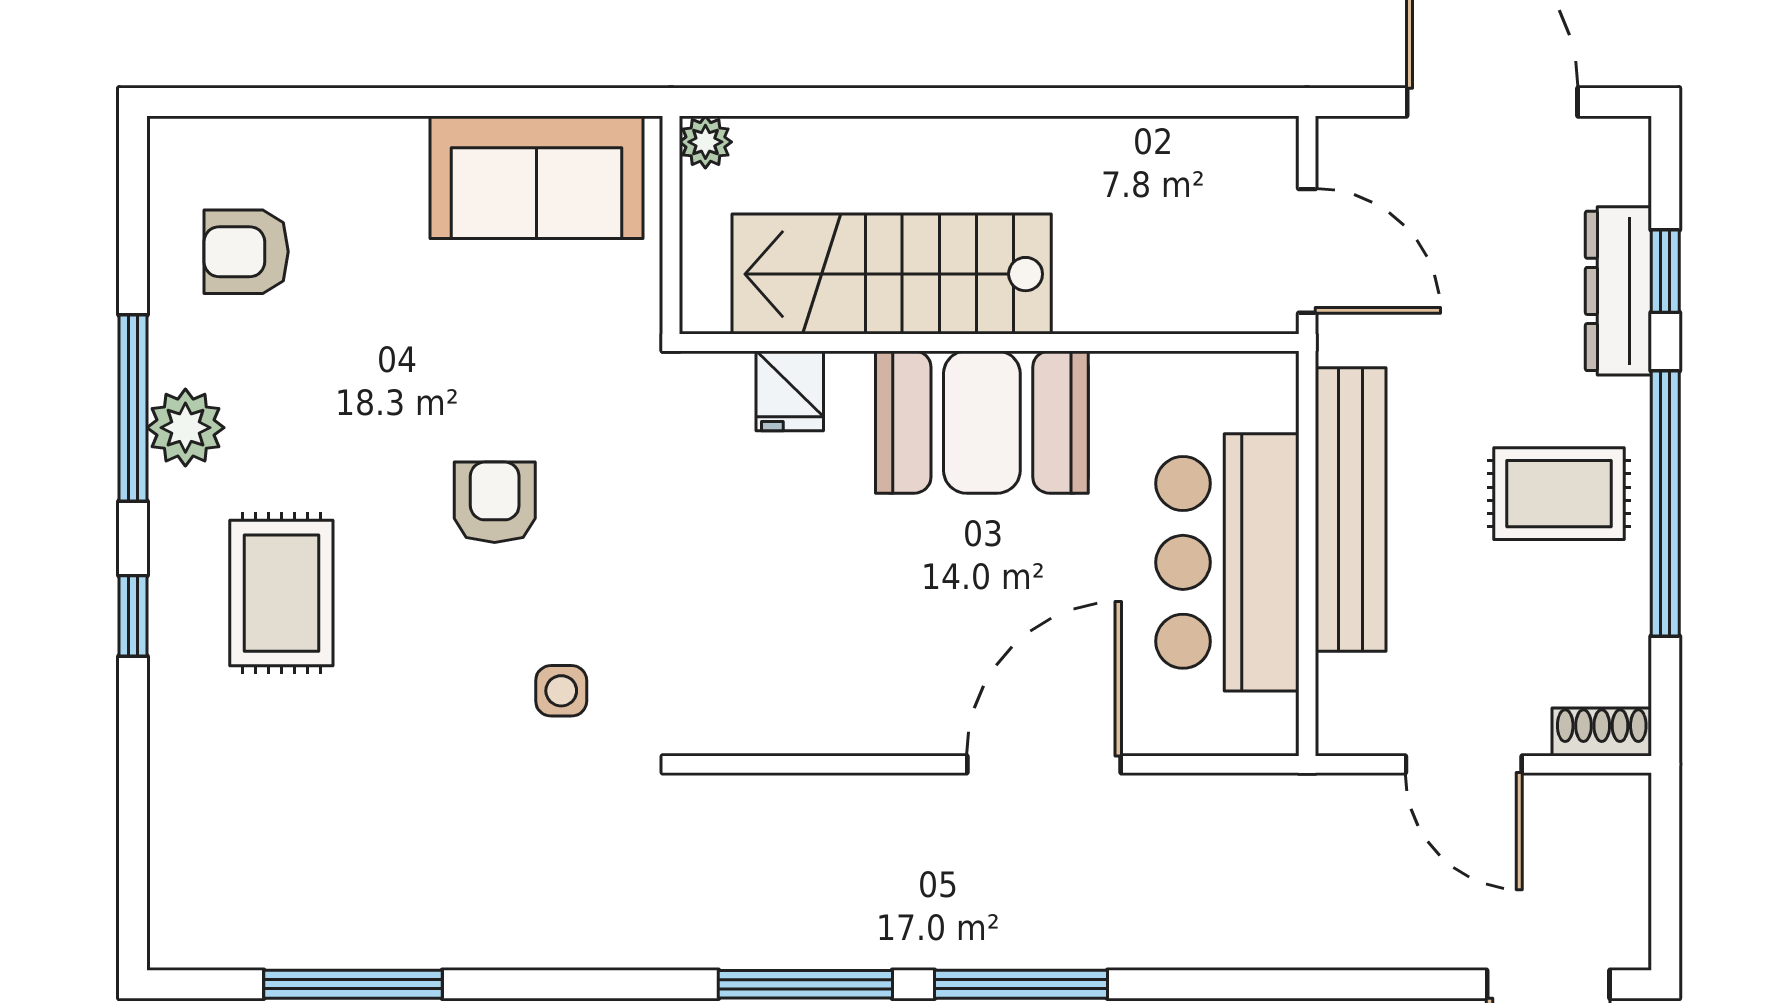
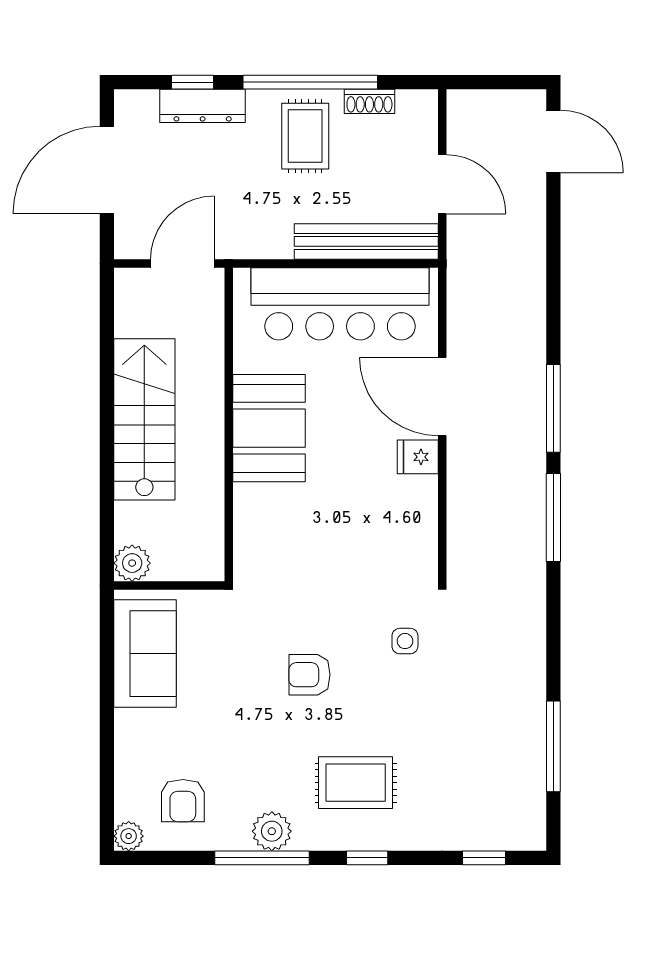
plant: (705, 142) -> (132, 563), width x1.38, depth x1.38
plant: (176, 145) -> (129, 836), added
stairs: (892, 274) -> (144, 419), moved, turned 180
fridge: (790, 391) -> (418, 457), moved, turned 180
bench: (1351, 510) -> (366, 241), moved
bar counter: (1227, 562) -> (340, 304), width x1.36
shoe rack: (1602, 732) -> (369, 101), moved, turned -90
door: (1464, 764) -> (442, 184), hinge flipped
window: (133, 847) -> (484, 858), added

